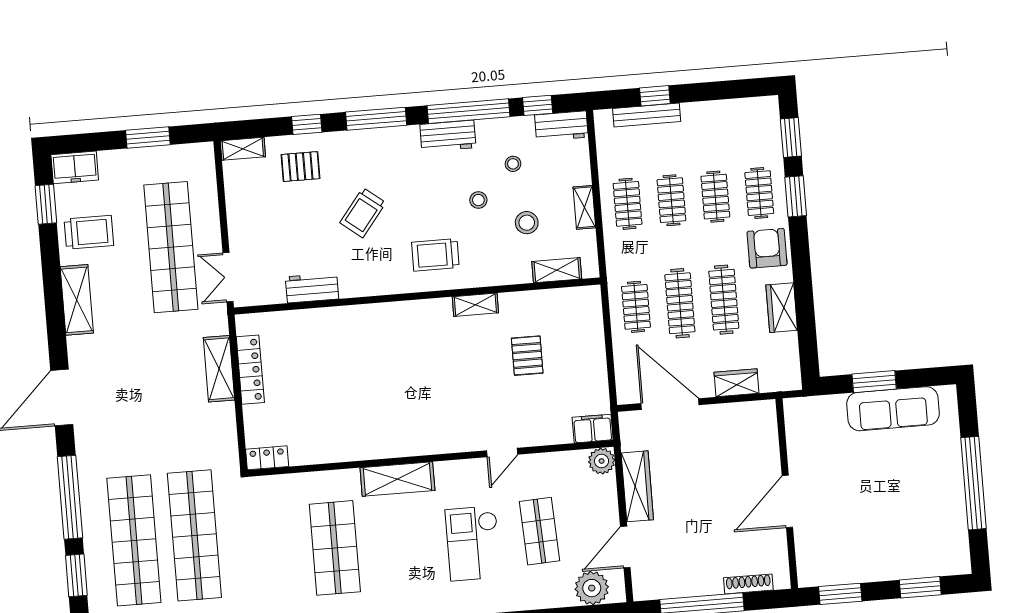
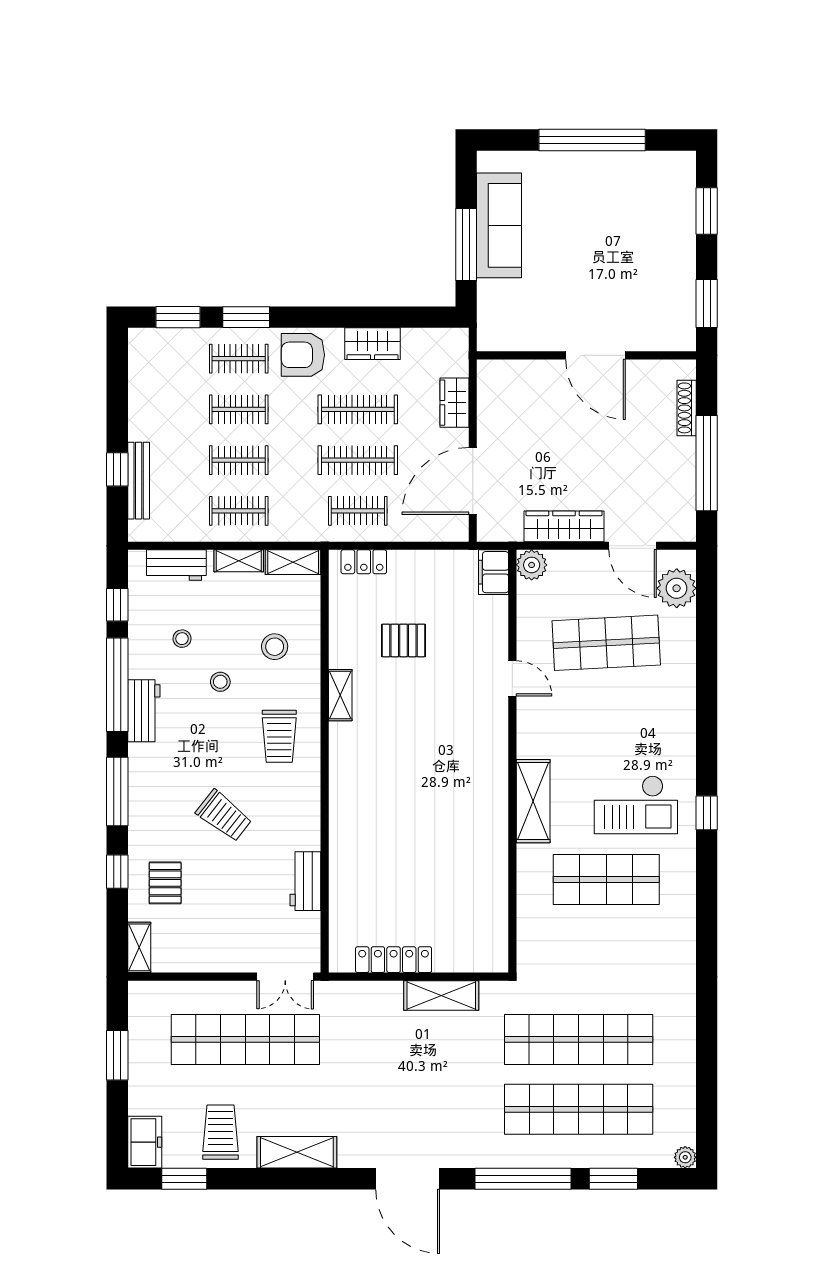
workbench: (561, 126) -> (176, 565), moved, turned 90
stool: (527, 223) -> (275, 647), moved
shelving: (557, 270) -> (293, 562), moved, turned 90
shelving: (219, 369) -> (441, 996), moved
window: (874, 382) -> (466, 245), width x1.44
locker: (267, 458) -> (364, 562), moved, turned -90
shop shelf: (540, 531) -> (606, 643), width x1.43, depth x1.36
checkout: (473, 543) -> (636, 805), moved

